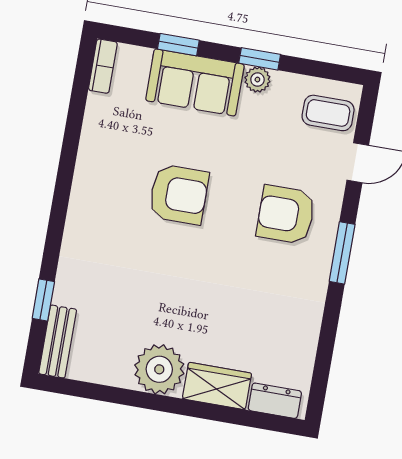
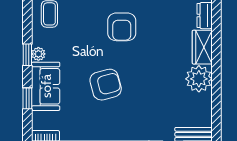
armchair: (179, 194) -> (106, 85), turned 75
armchair: (286, 215) -> (122, 27), moved

